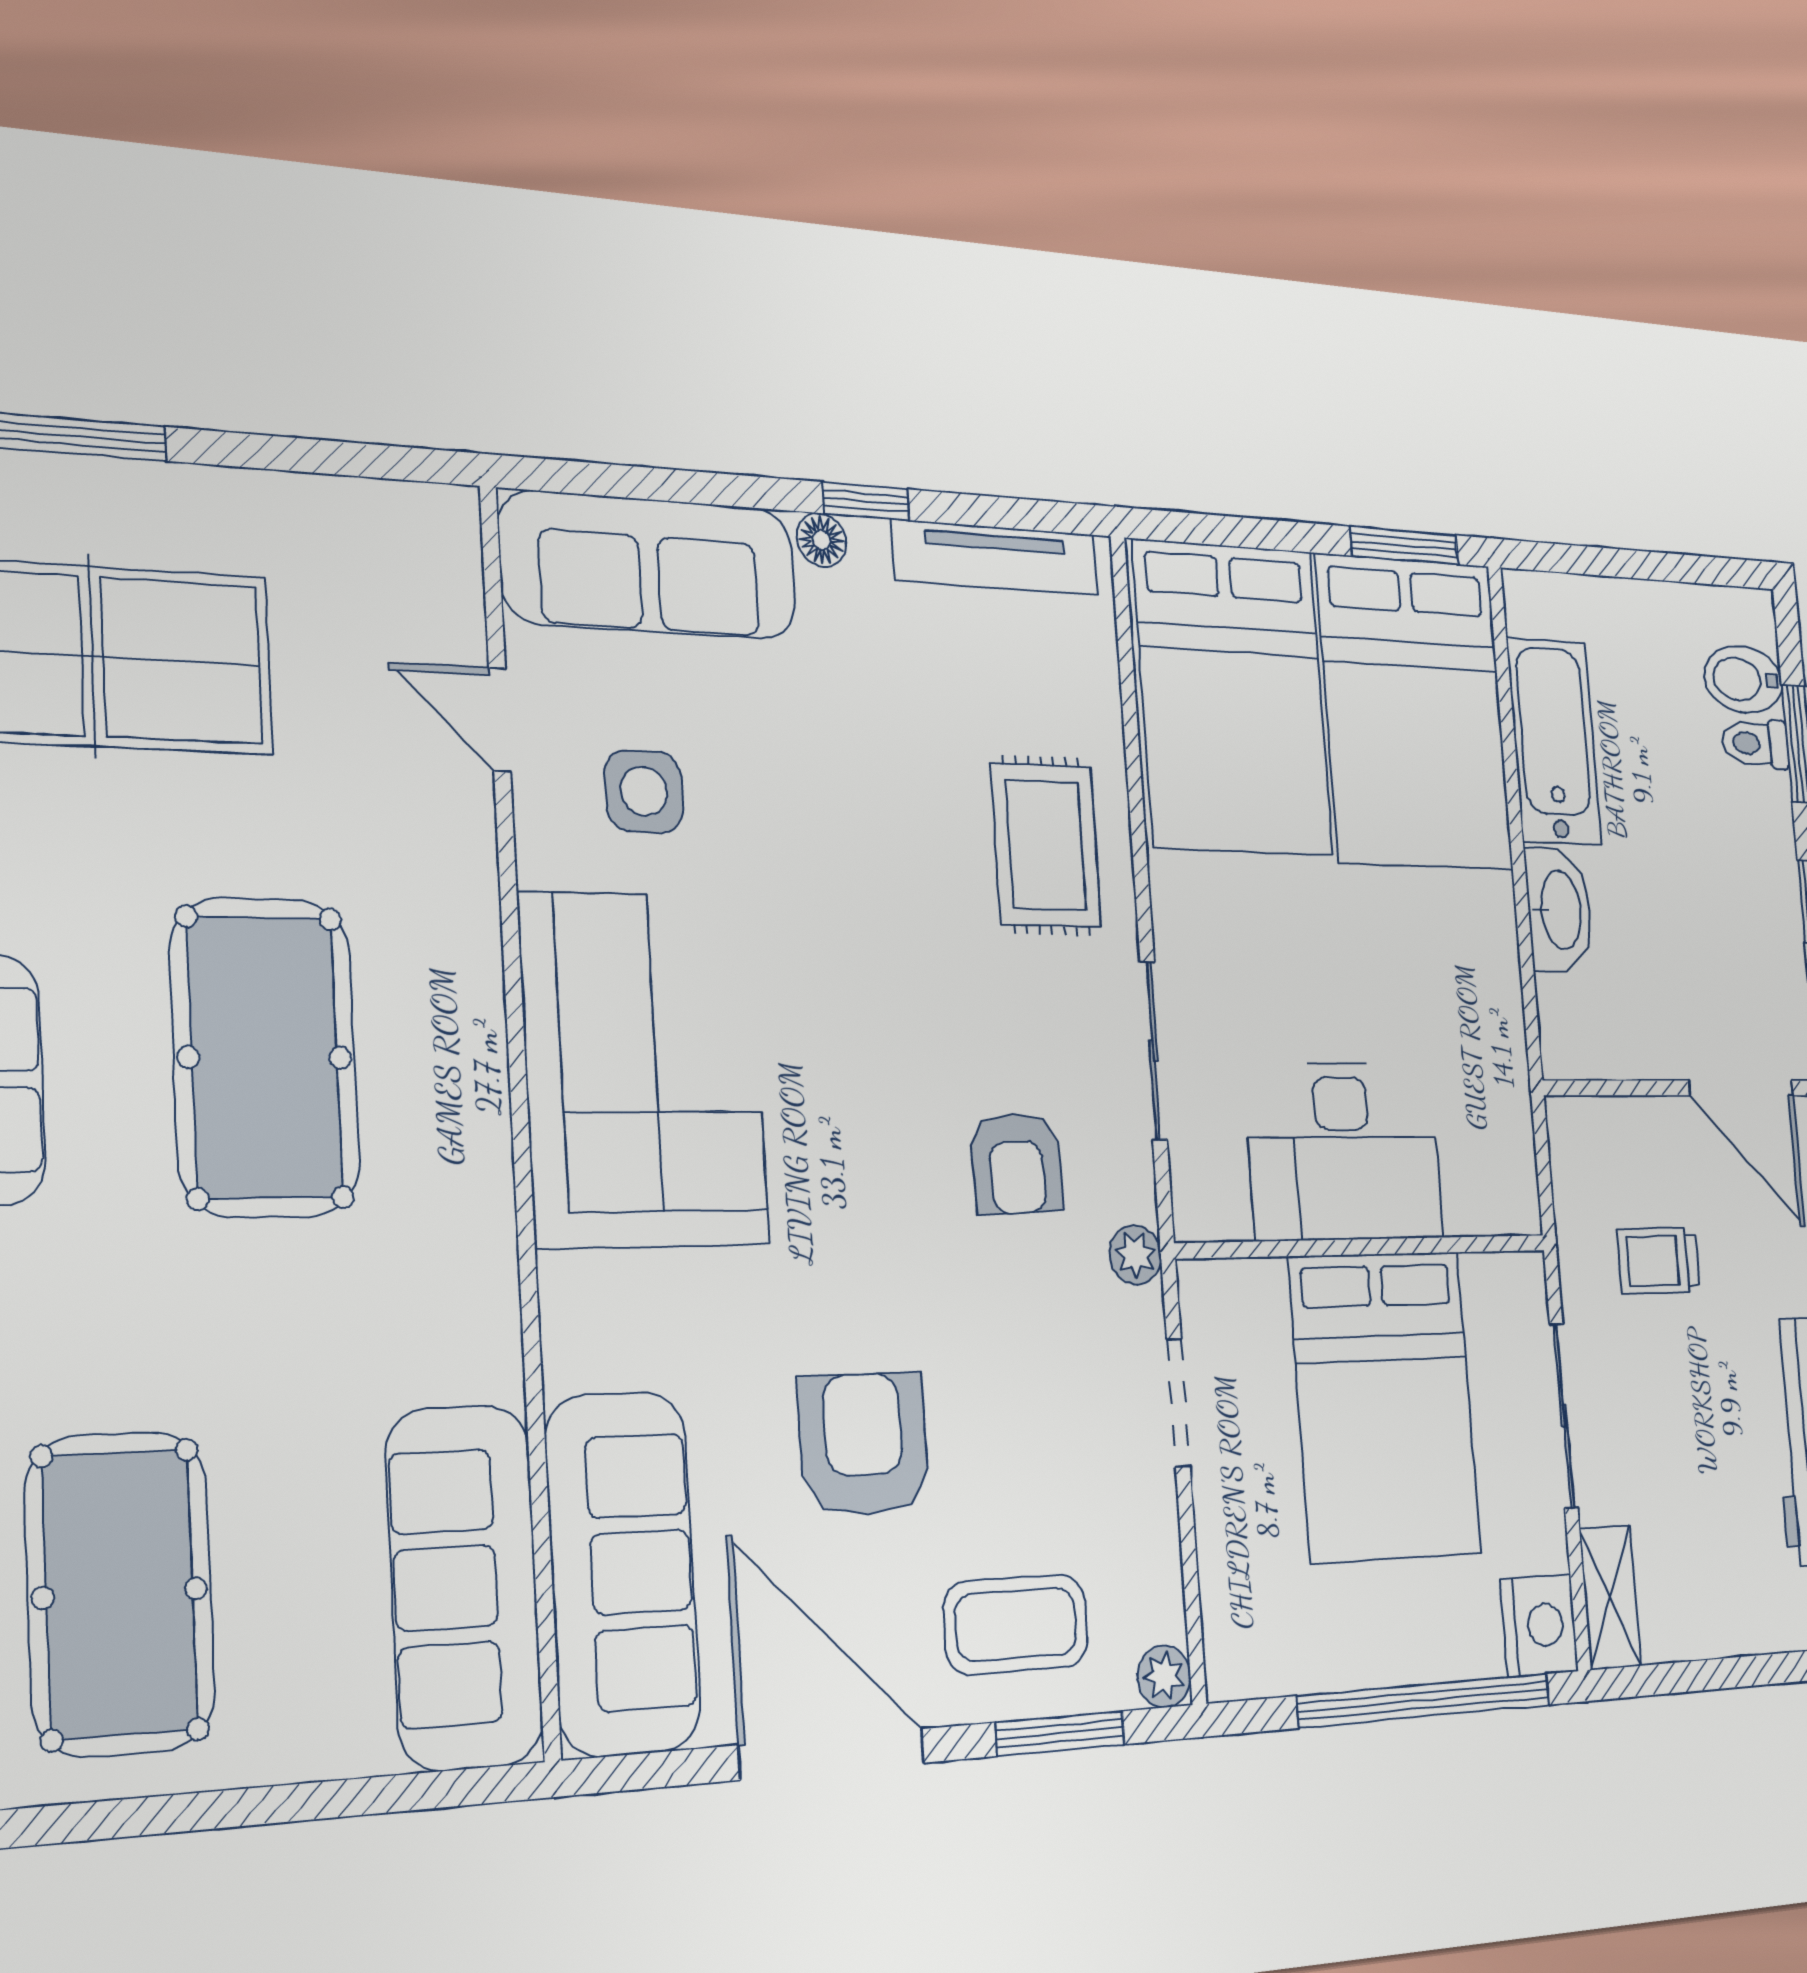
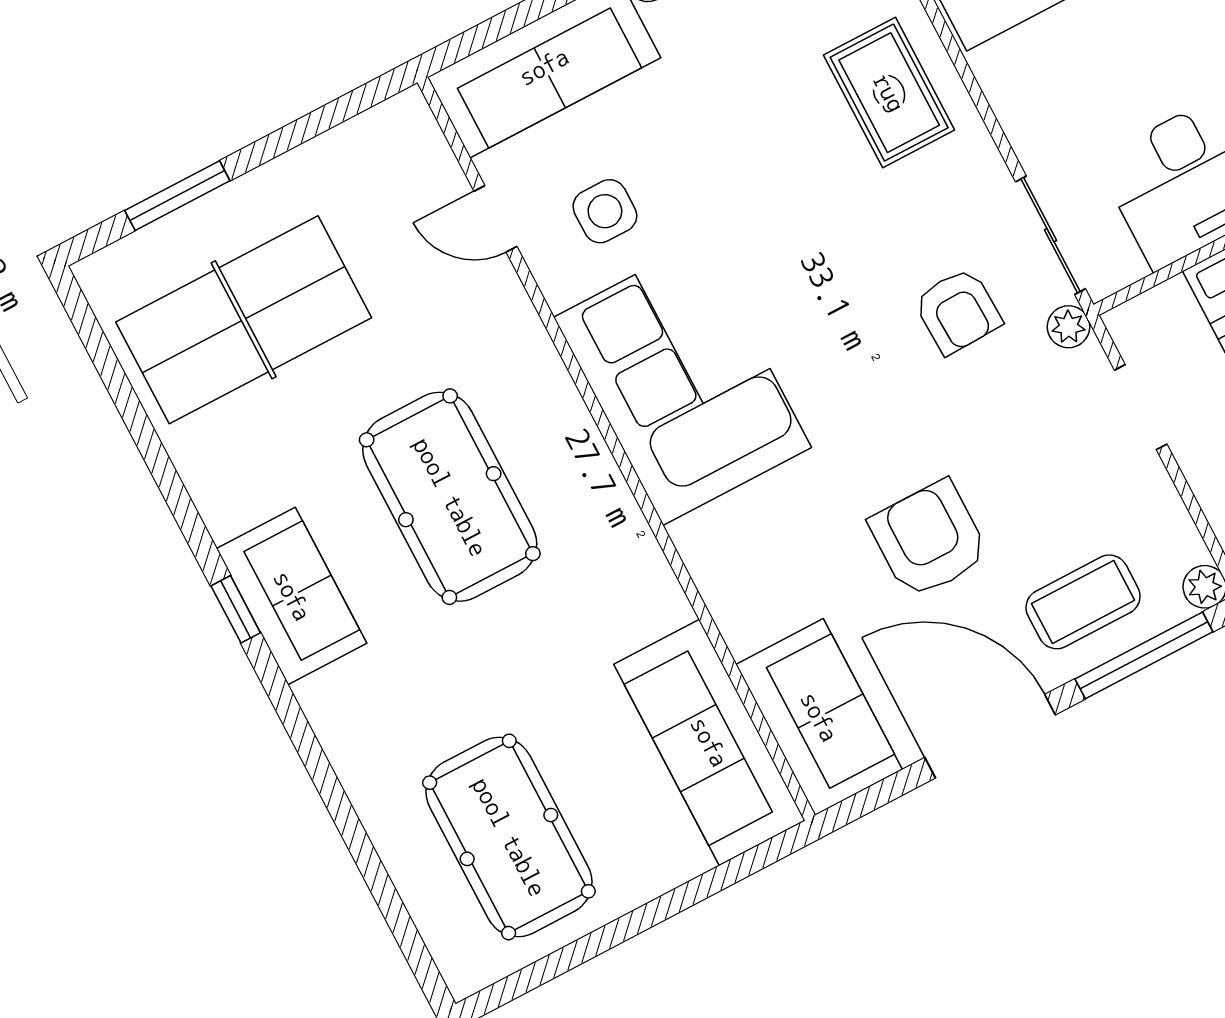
sliding door: (1154, 1051) -> (1051, 235), moved
sofa: (623, 1573) -> (819, 717), width x0.73
window: (1060, 1733) -> (1144, 655), width x1.44

